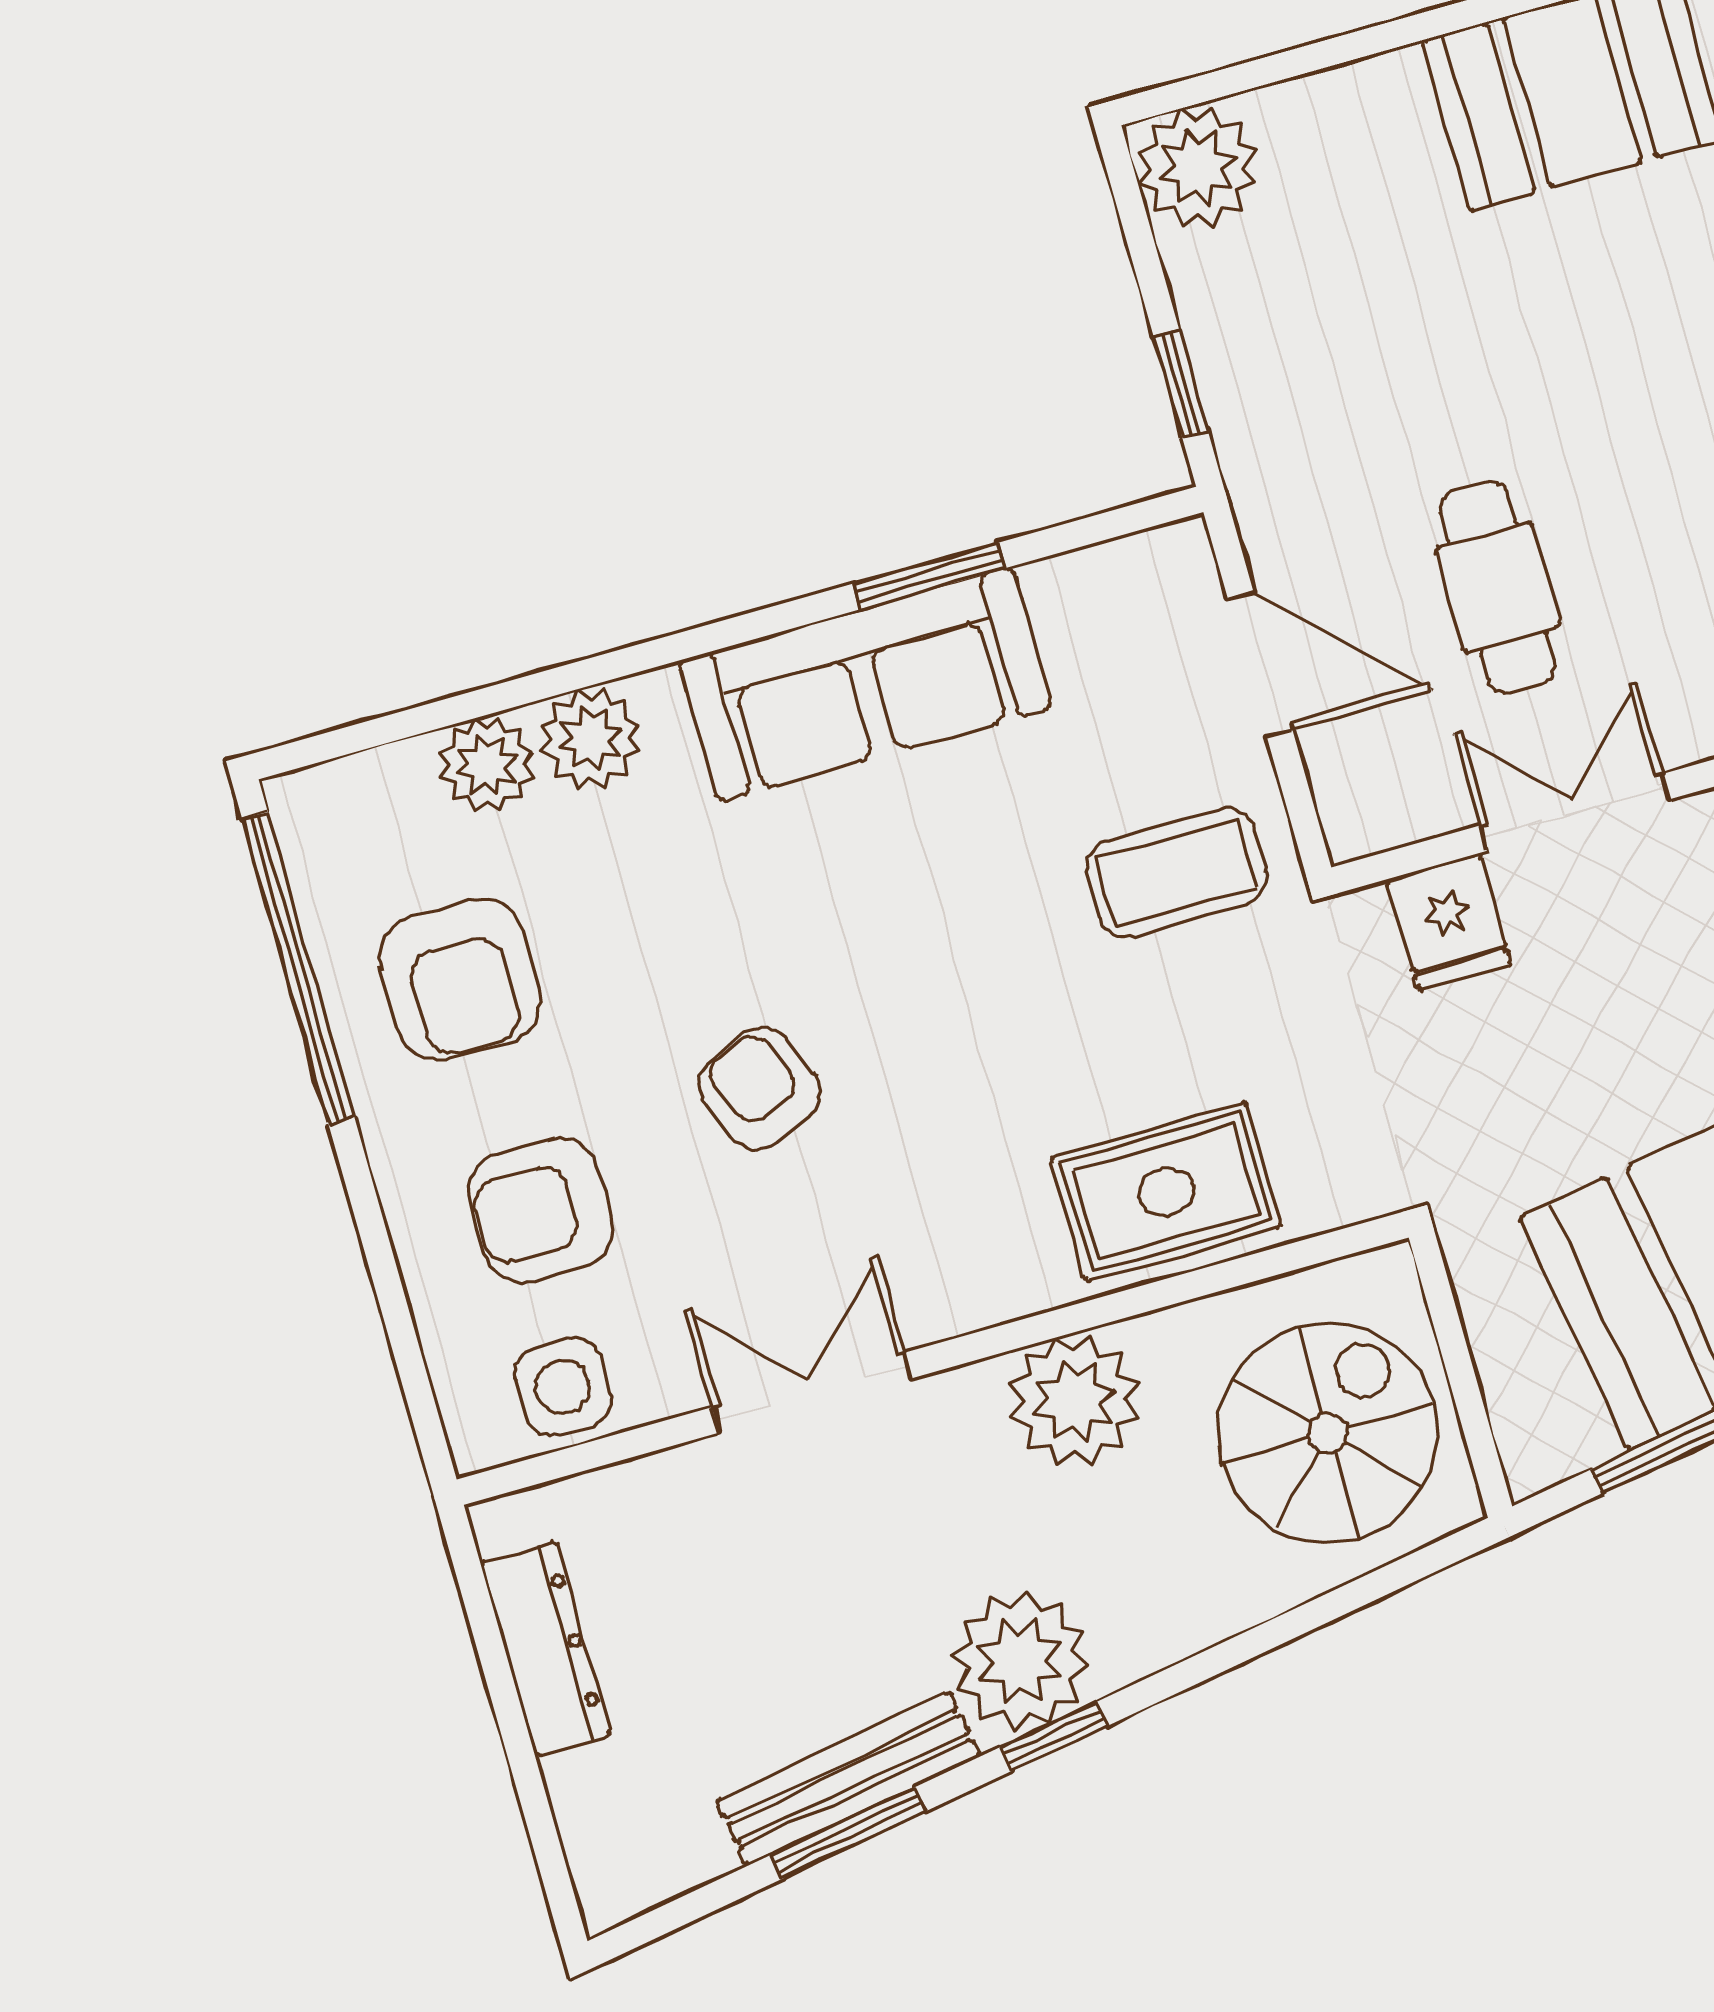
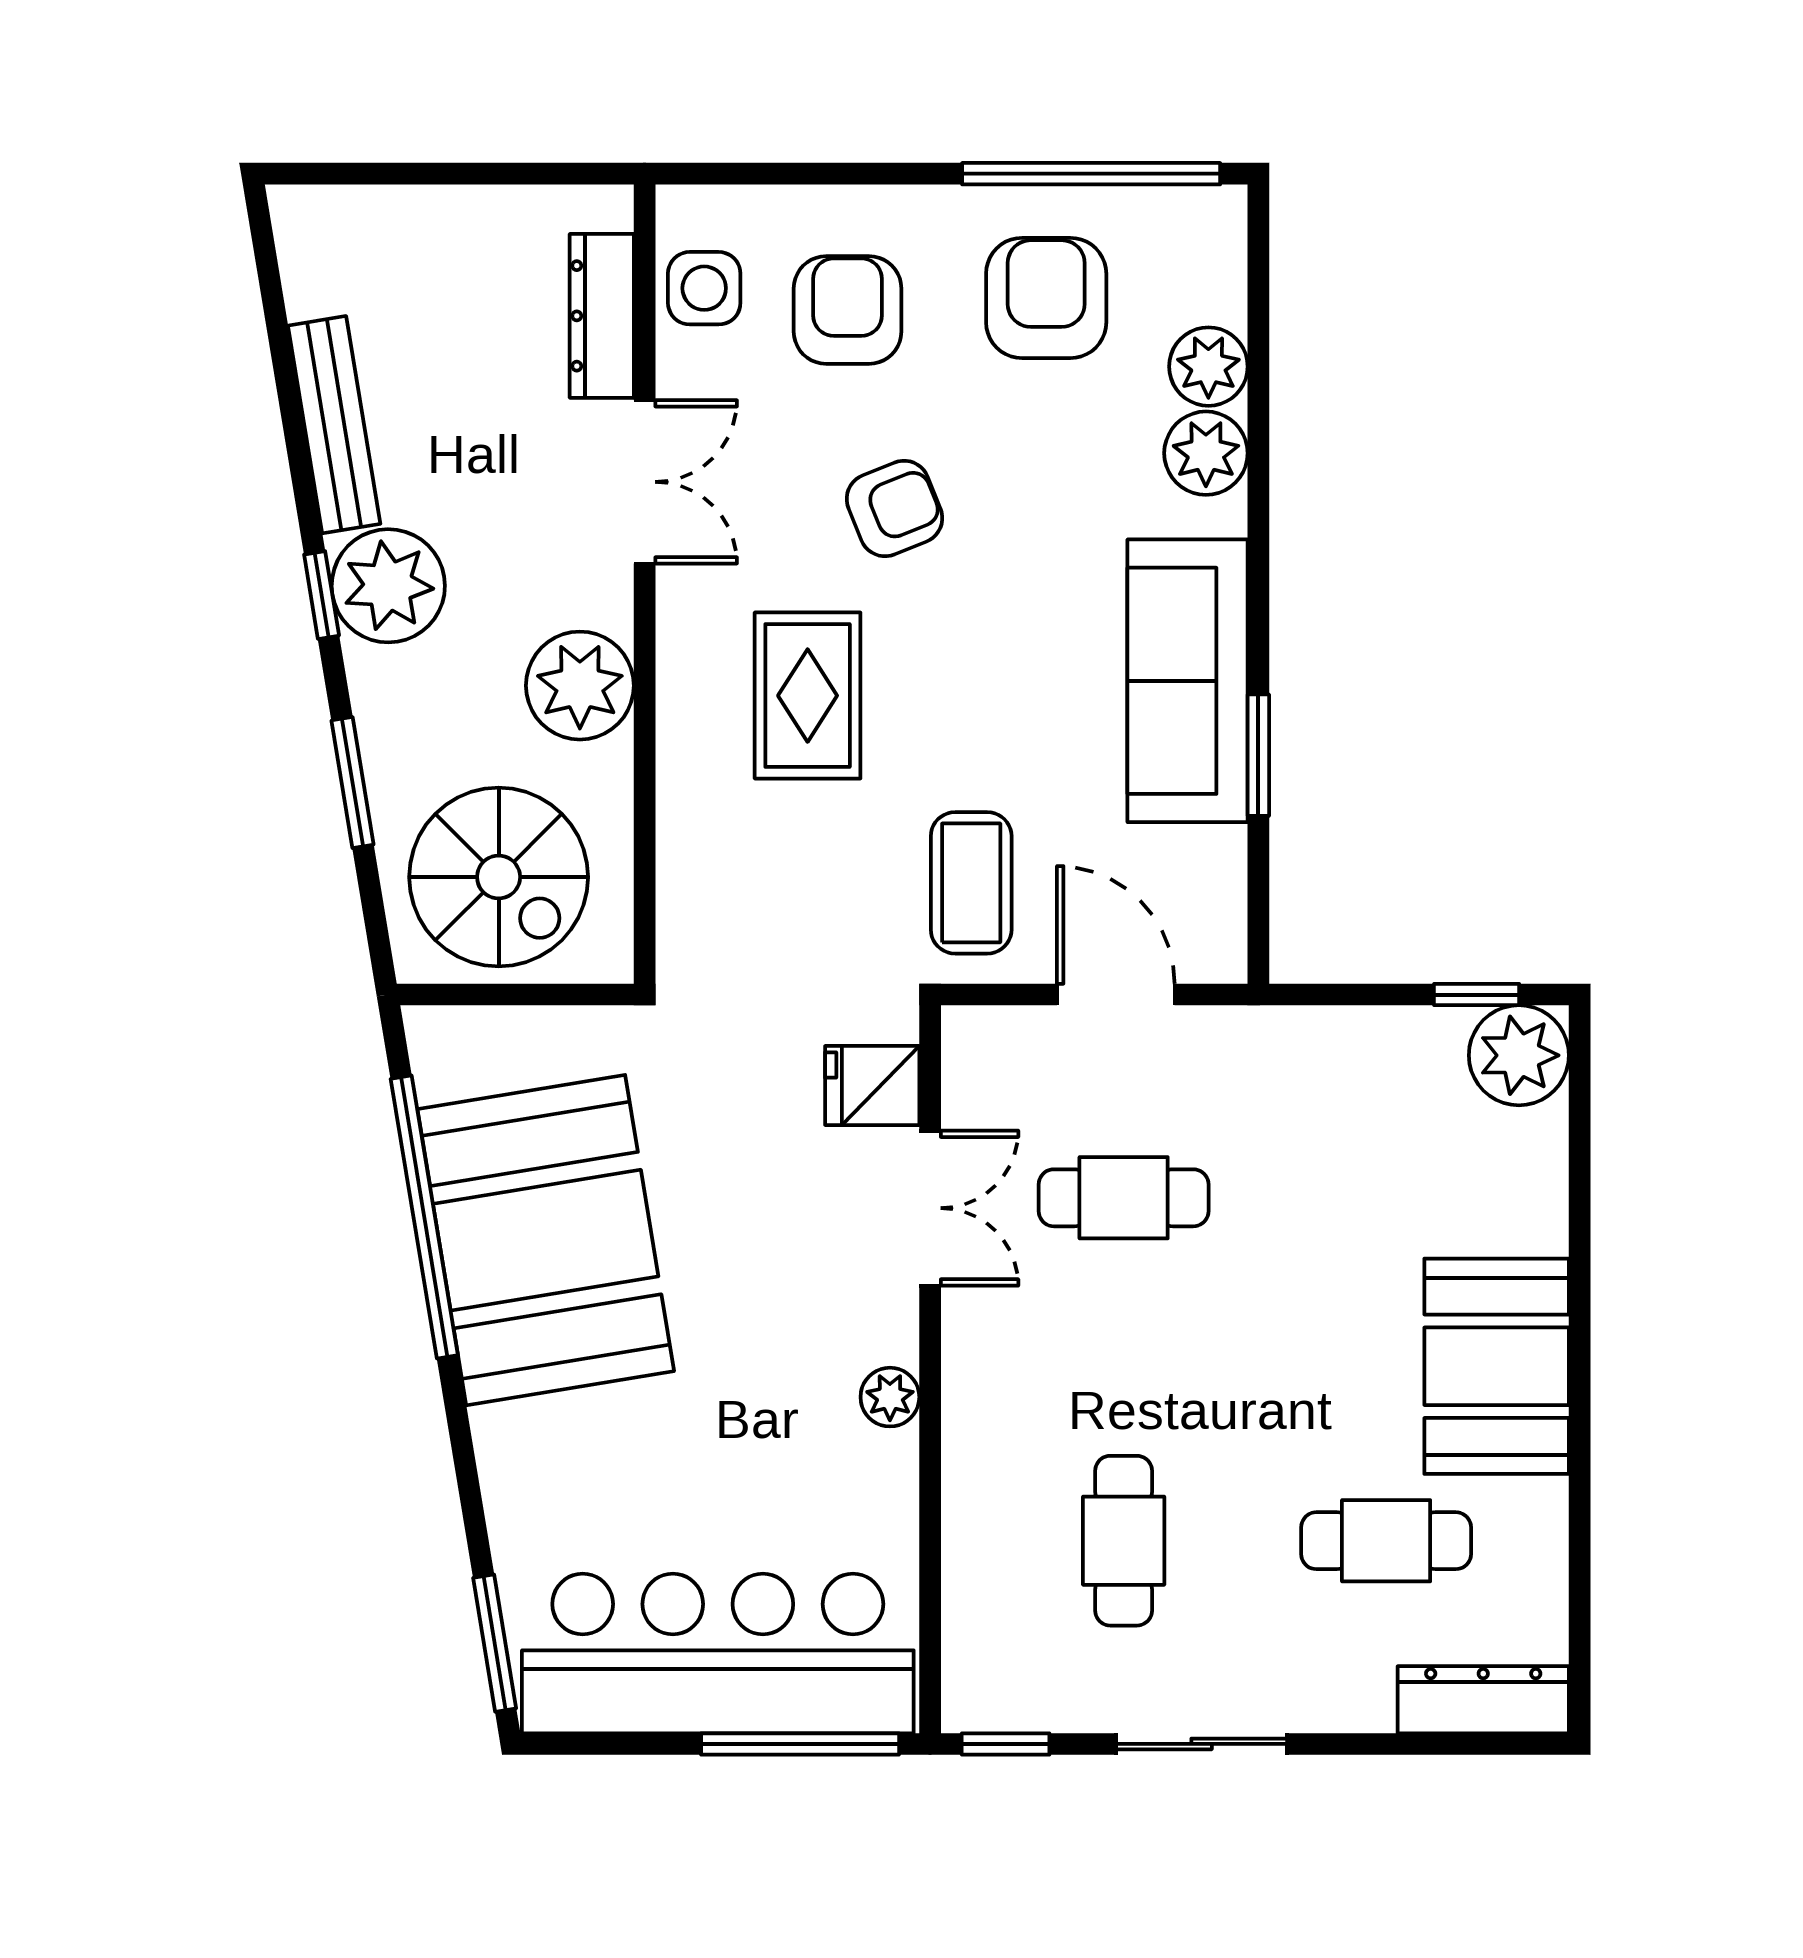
window: (1181, 384) -> (1477, 995), moved
door: (1260, 664) -> (1116, 995), swing flipped
armchair: (460, 979) -> (1046, 298), turned 90
rug: (1166, 1192) -> (808, 696), moved
dresser: (545, 1649) -> (602, 316), moved, turned 90
window: (849, 1833) -> (353, 783), moved

